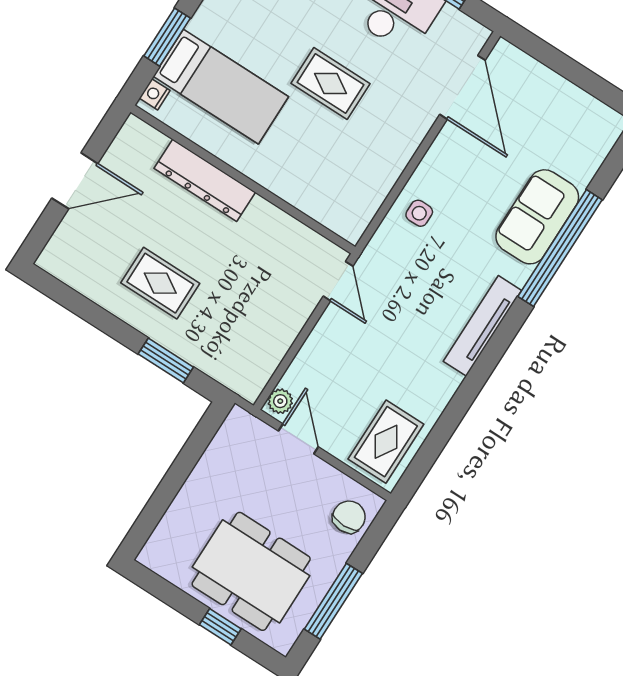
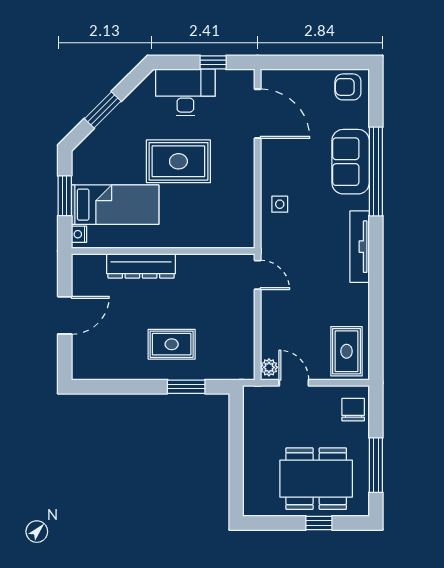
rug: (330, 83) -> (178, 161), width x1.36, depth x1.43
armchair: (592, 125) -> (348, 87), added
rug: (160, 283) -> (172, 344), moved

